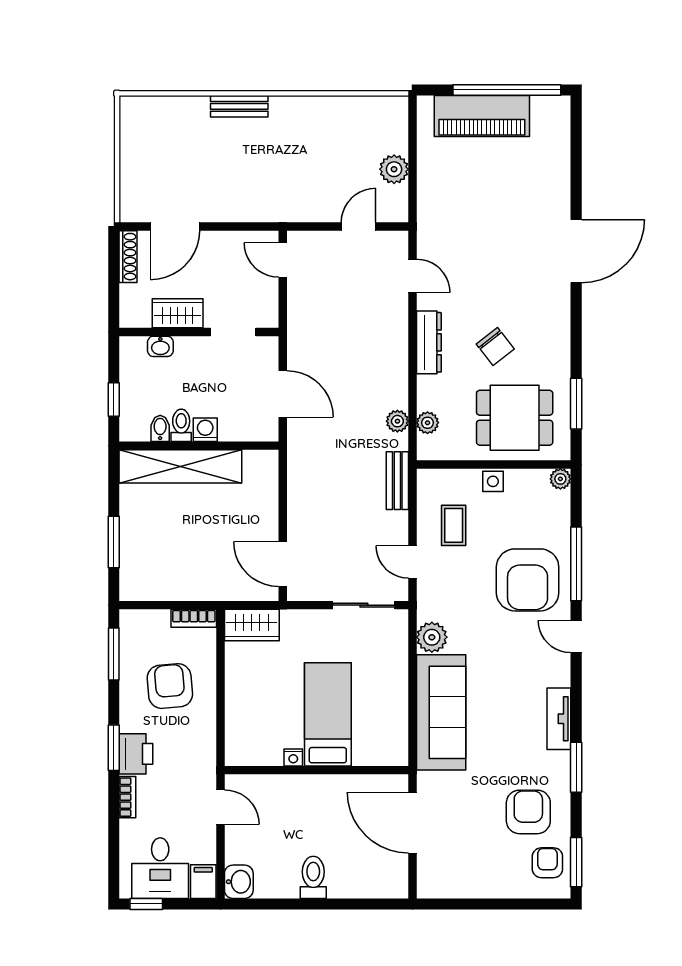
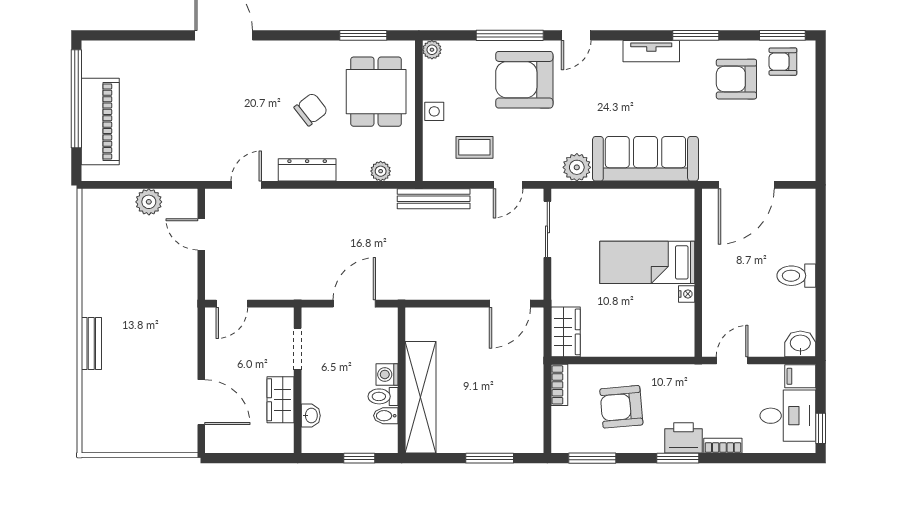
shoe rack: (128, 257) -> (229, 445), removed
plant: (397, 421) -> (379, 199), removed
bench: (397, 481) -> (434, 199), width x1.36
armchair: (528, 580) -> (524, 80), turned 180

